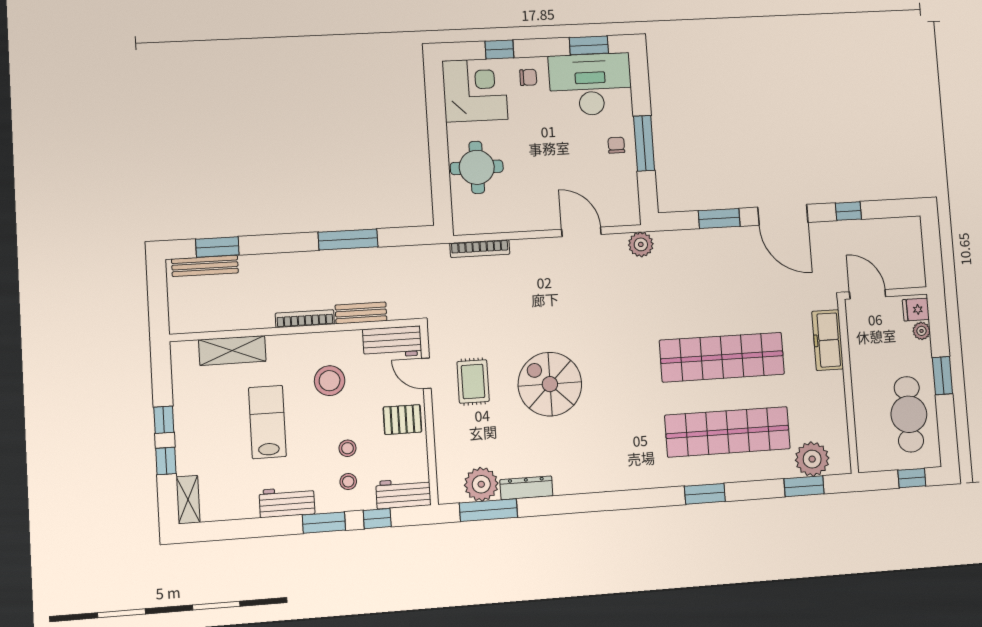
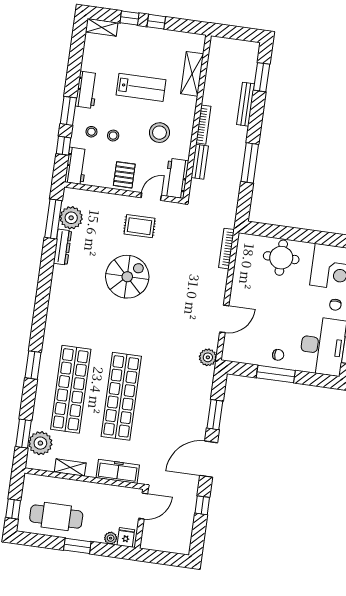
bench: (205, 266) -> (246, 104), moved
shelving: (837, 409) -> (70, 468), added

